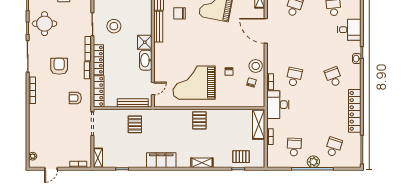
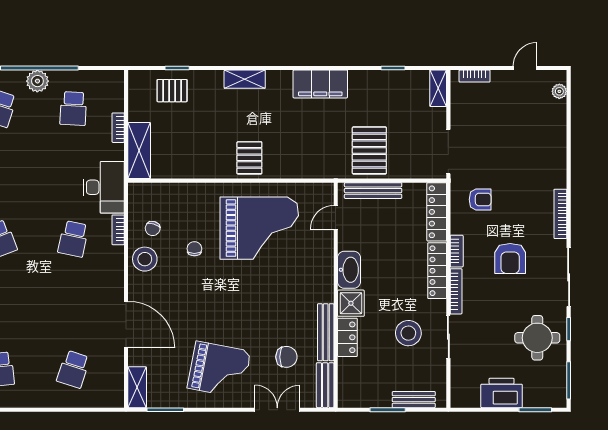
locker: (147, 24) -> (347, 337), added
pallet: (135, 124) -> (369, 150), width x1.50, depth x1.42

